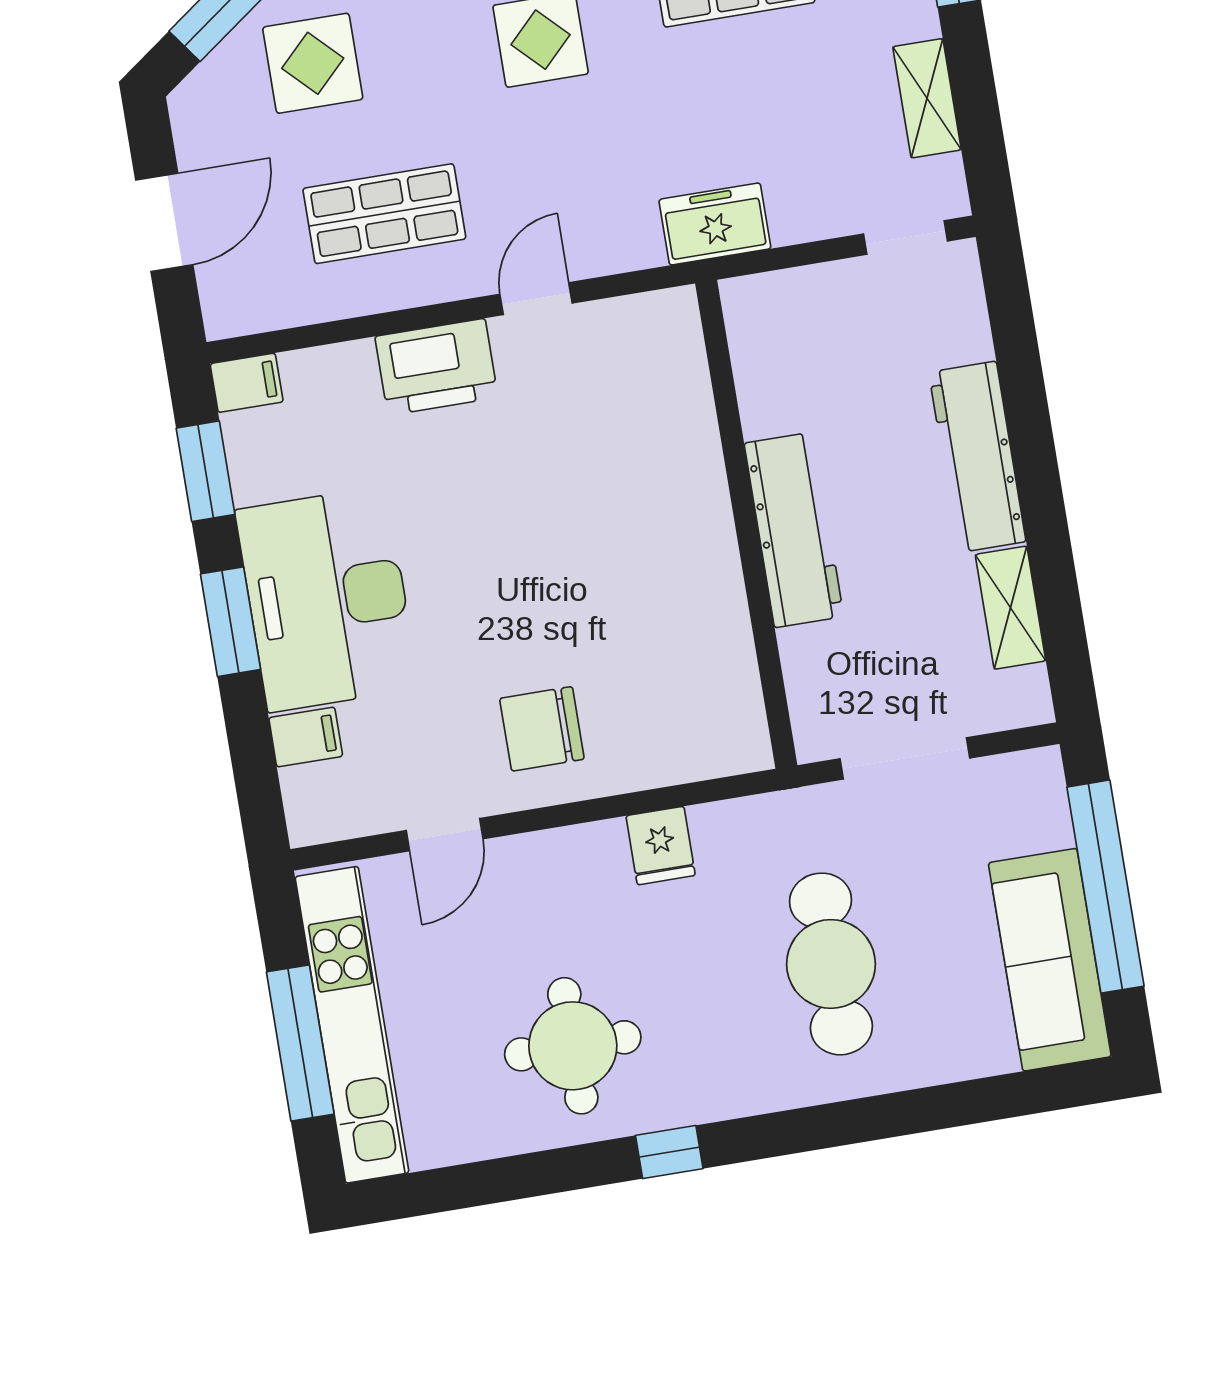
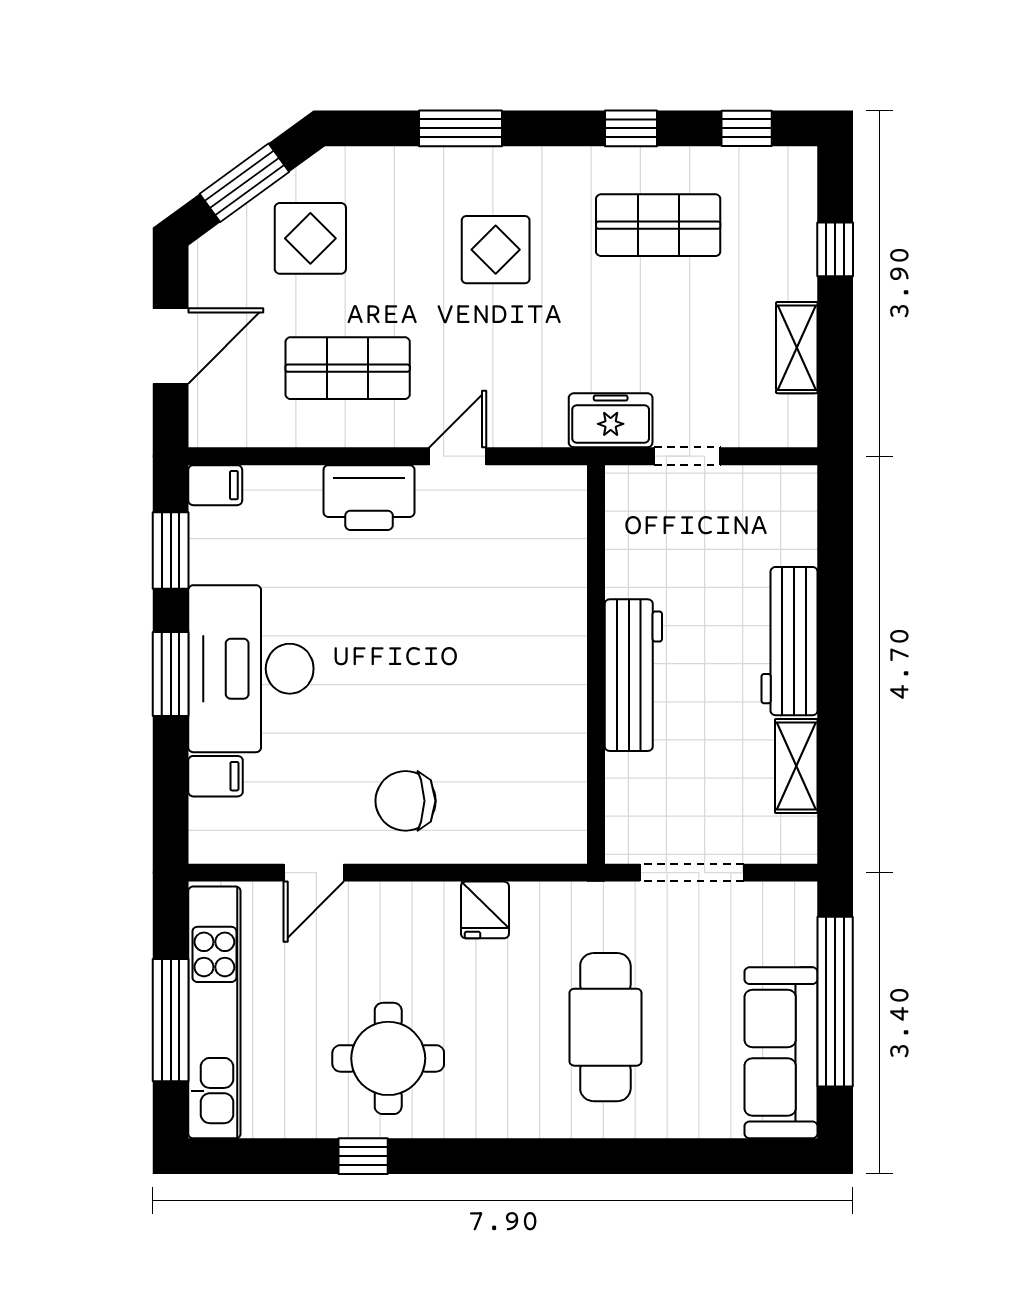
doorway: (906, 237) -> (687, 456), moved
window: (669, 1152) -> (363, 1156), moved

